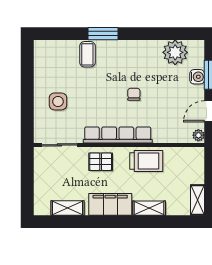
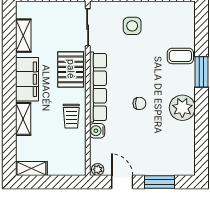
plant: (175, 52) -> (182, 108), moved
water cooler: (197, 77) -> (97, 131), moved, turned 90
trolley: (146, 161) -> (71, 116), width x0.73, depth x0.72
pallet: (101, 162) -> (71, 69), width x1.50, depth x1.42

